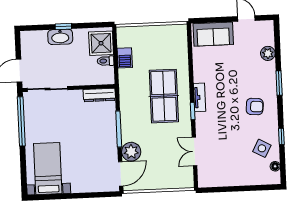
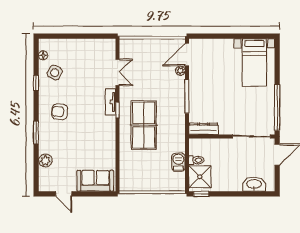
window: (63, 26) -> (201, 194), moved
washbasin: (60, 37) -> (254, 184), moved
tv unit: (200, 97) -> (111, 102), moved
plant: (131, 152) -> (180, 71), width x0.53, depth x0.53

